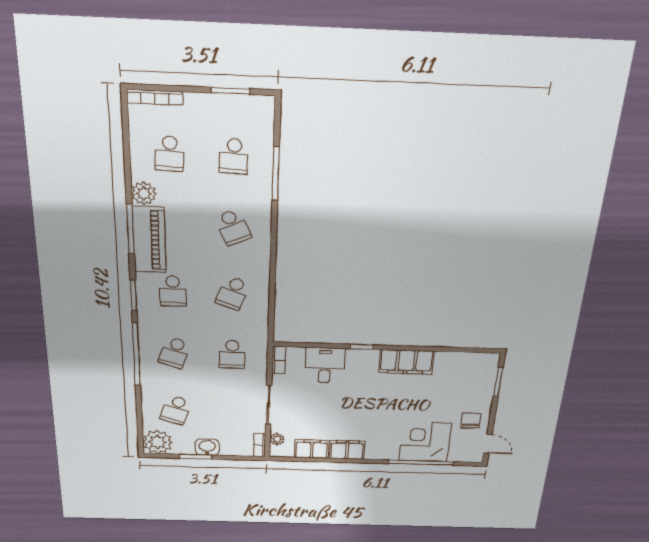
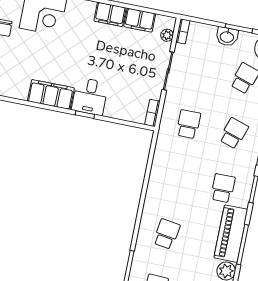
school desk: (233, 227) -> (167, 234), turned 33
school desk: (233, 293) -> (178, 179), removed
desk: (325, 365) -> (90, 96), moved

